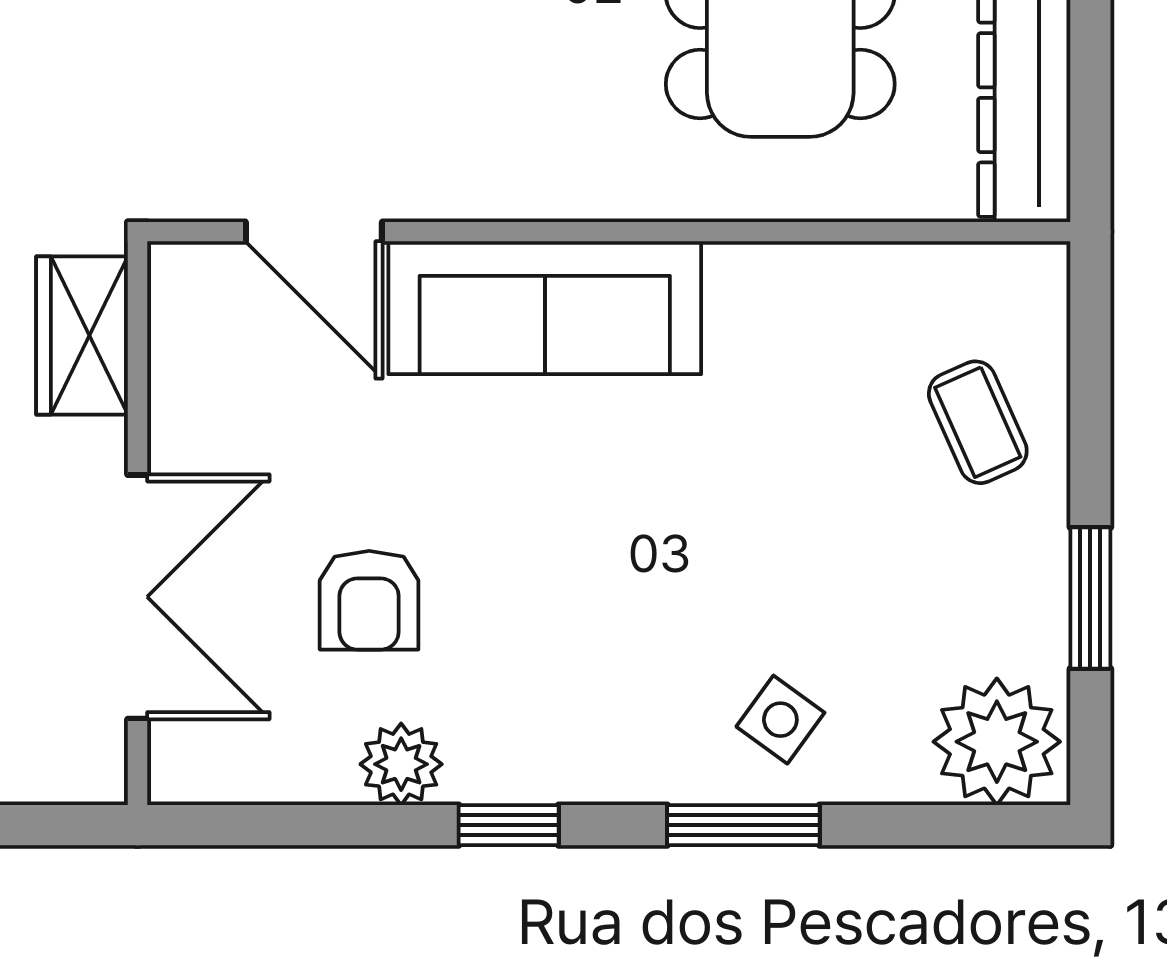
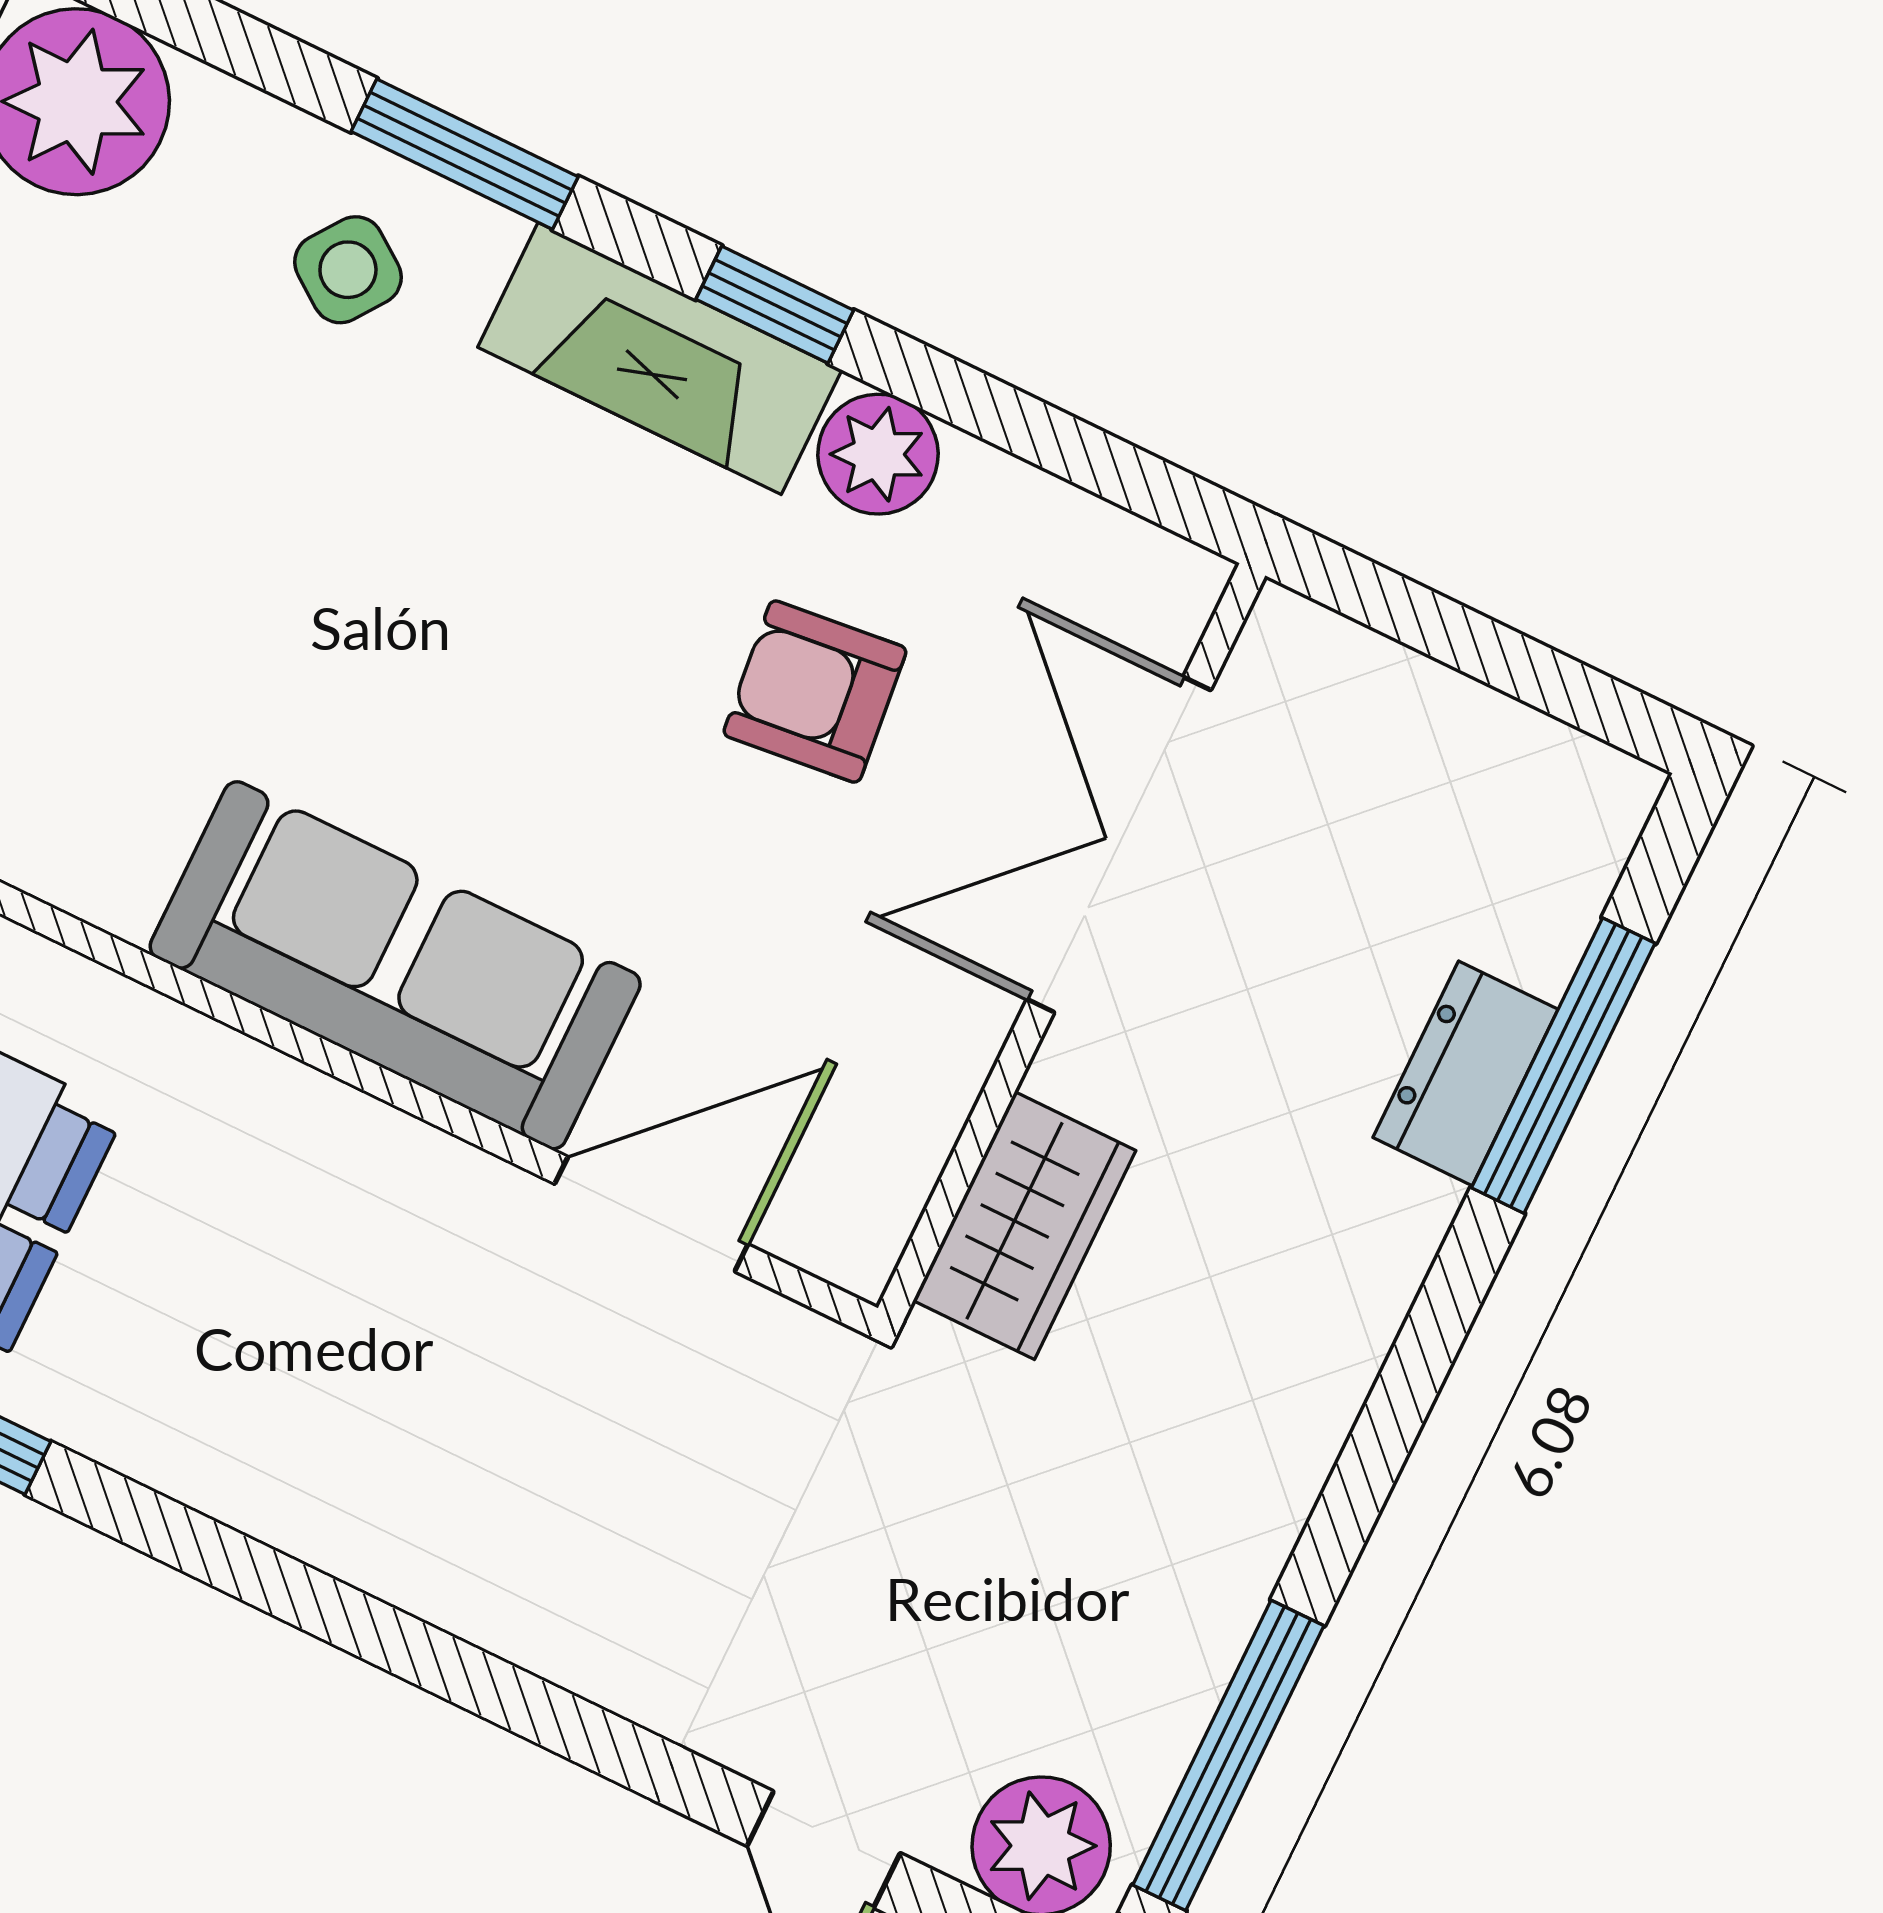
door: (314, 232) -> (651, 1214), hinge flipped
armchair: (369, 600) -> (815, 692), turned -96
fireplace: (563, 758) -> (660, 359), added

